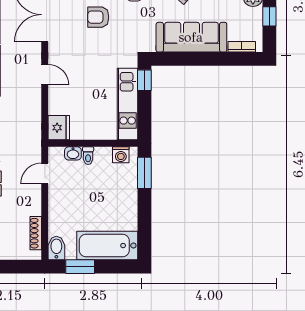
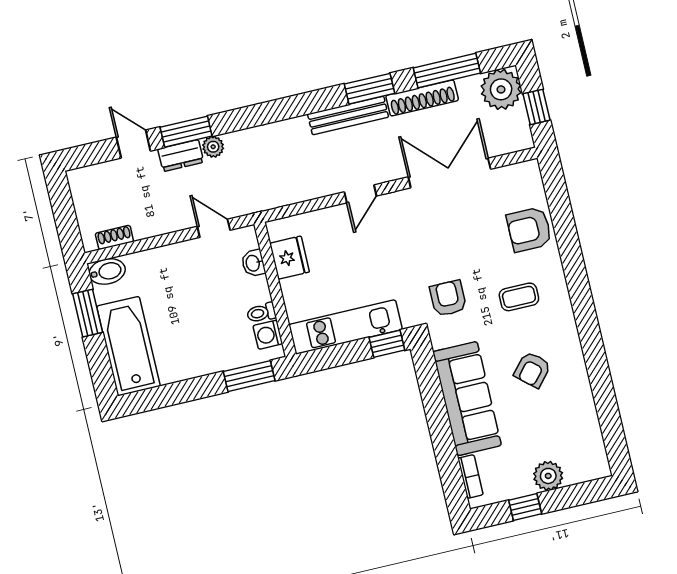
armchair: (98, 17) -> (448, 298), moved
fridge: (59, 128) -> (290, 258), moved, turned -90
toilet: (88, 156) -> (261, 313), moved
shoe rack: (36, 233) -> (114, 237), width x0.70

